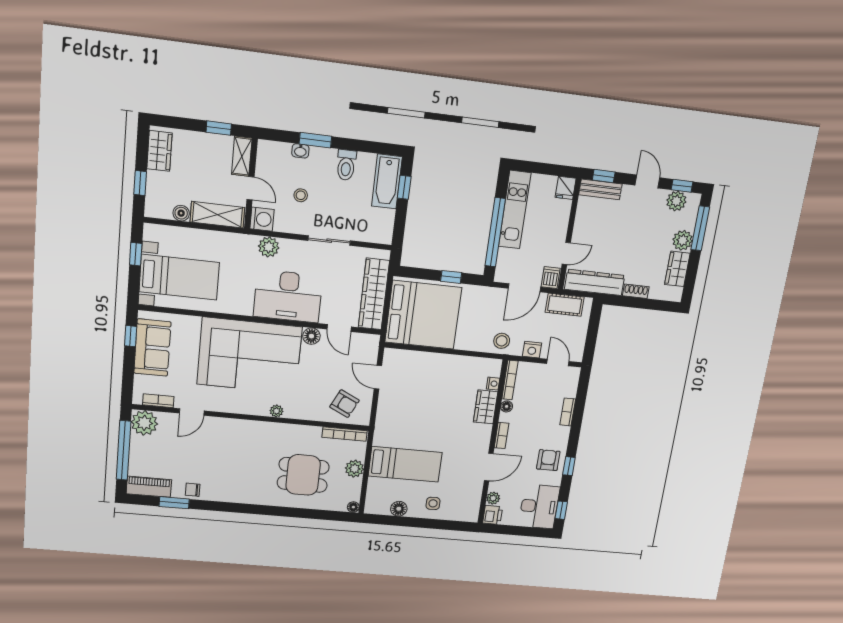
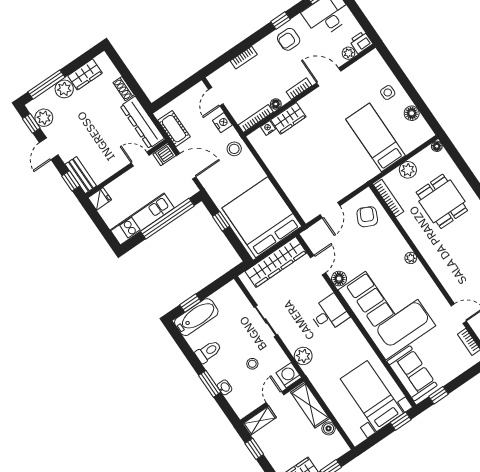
window: (136, 254) -> (401, 421), moved
desk: (288, 296) -> (329, 314), width x0.53, depth x0.77
sofa: (152, 348) -> (412, 373), moved, turned 90

